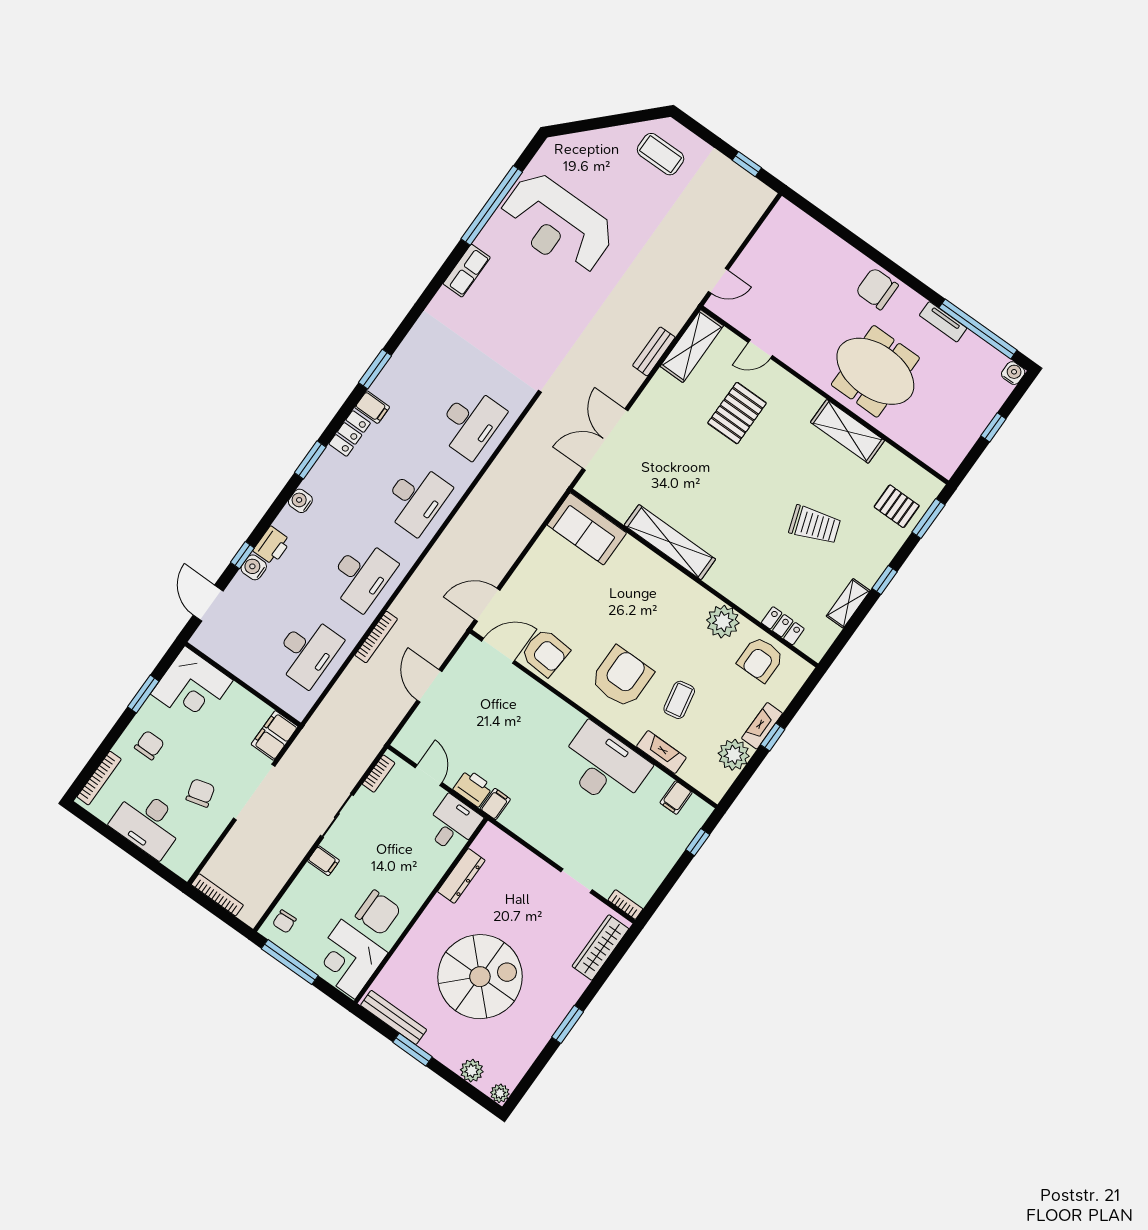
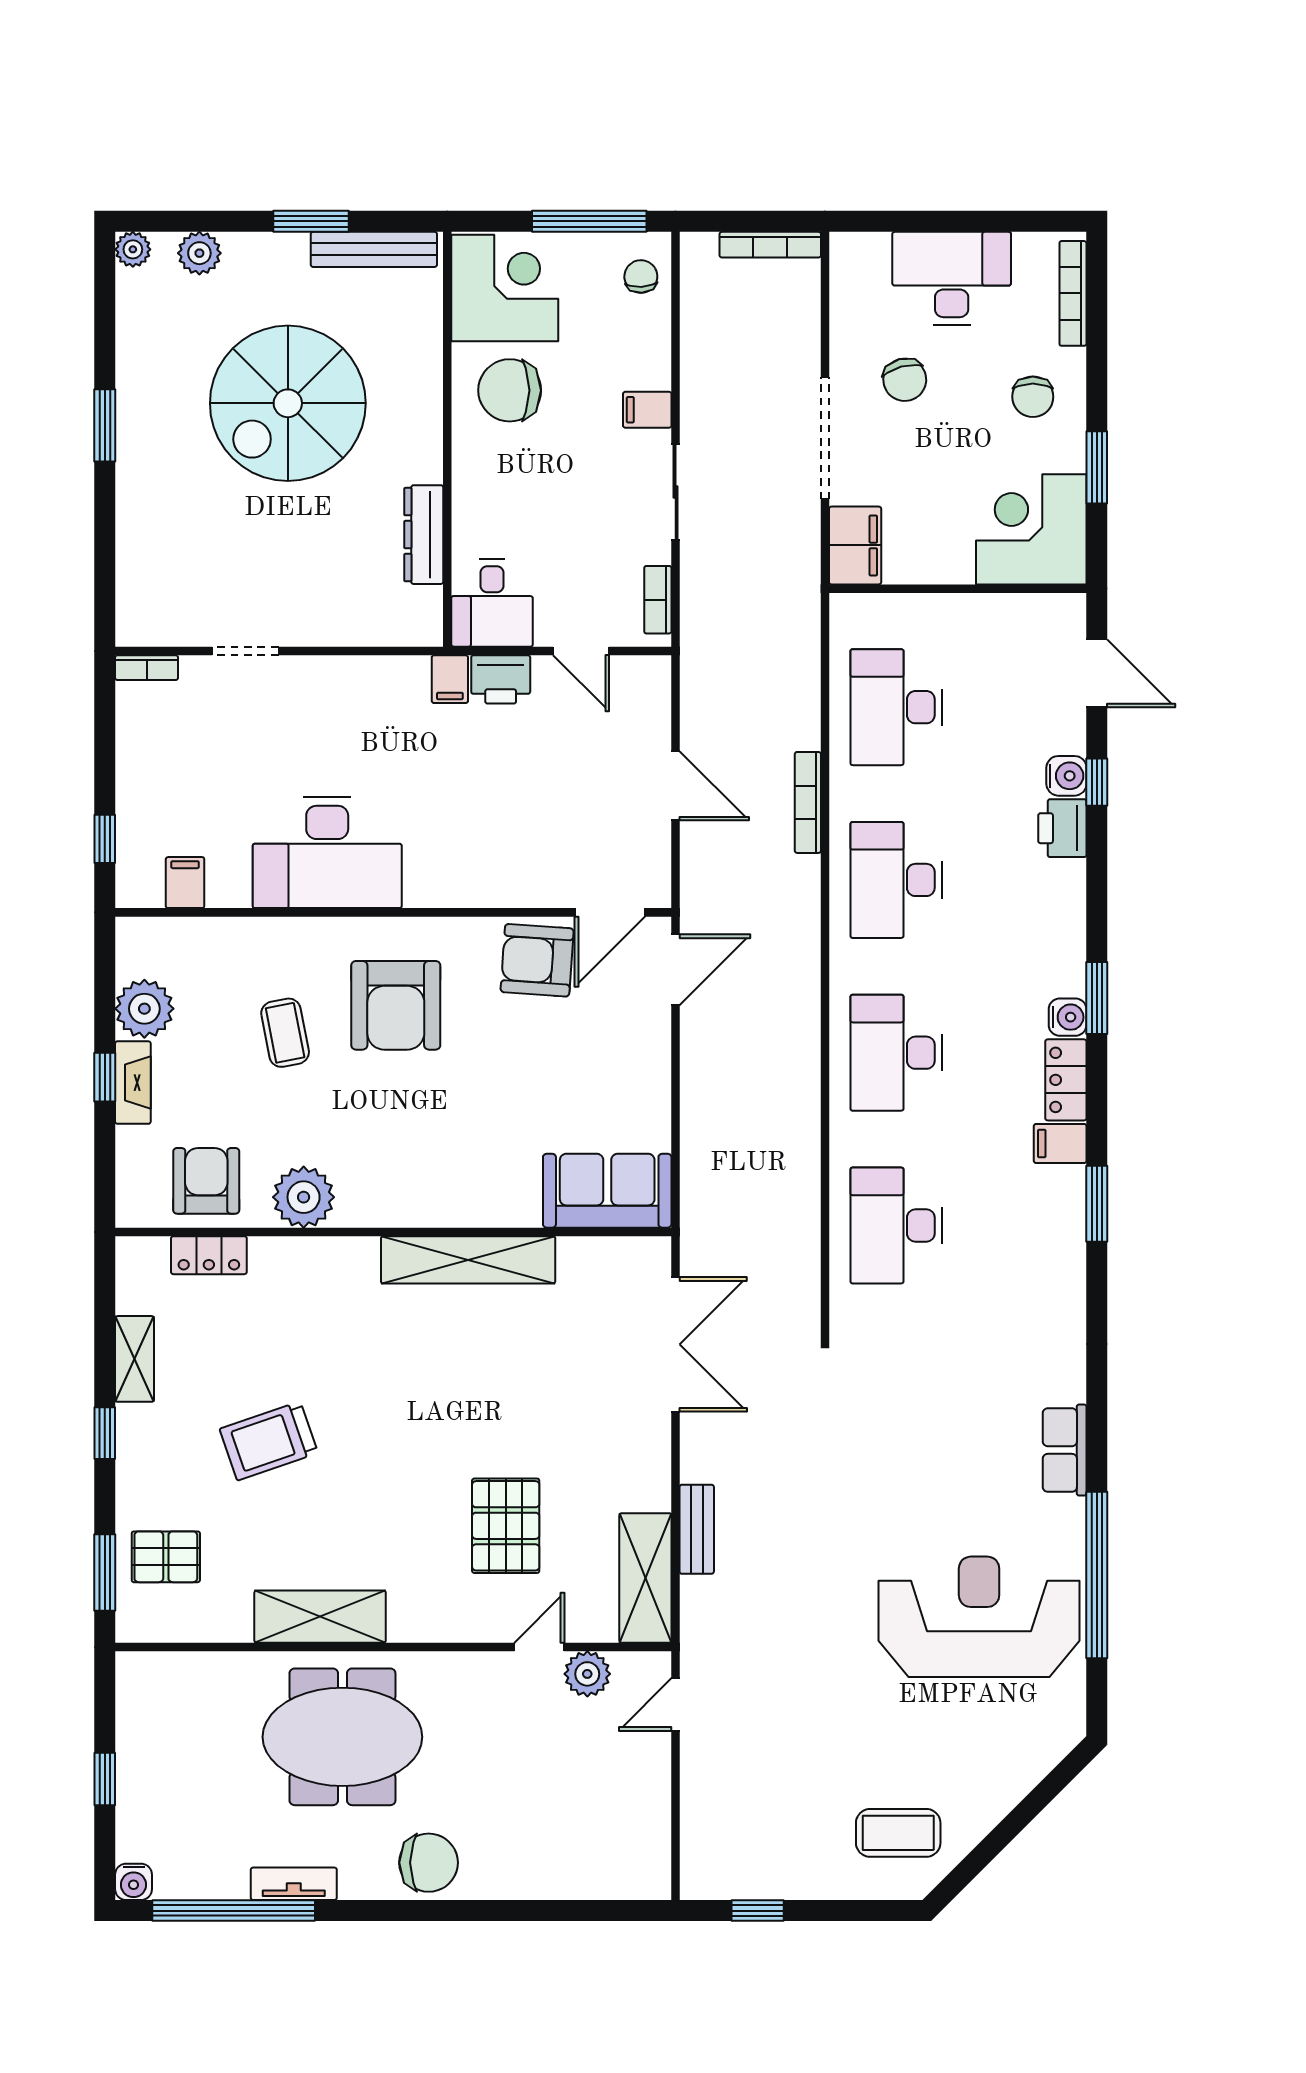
plant: (748, 322) -> (587, 1674), added
water cooler: (300, 501) -> (1068, 1017), moved
fireplace: (661, 752) -> (256, 935), removed
wardrobe: (600, 948) -> (138, 576), removed

